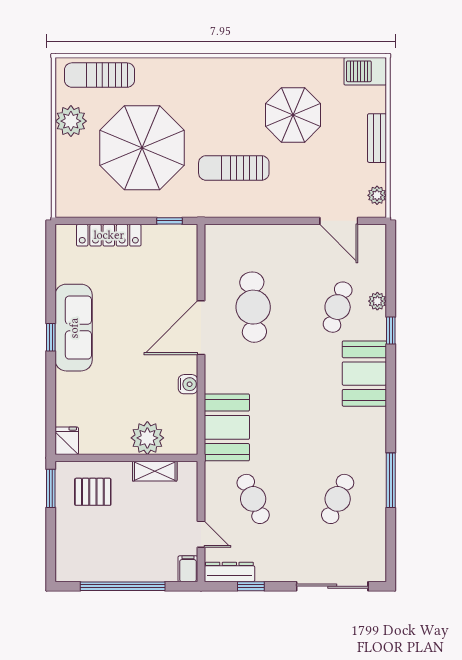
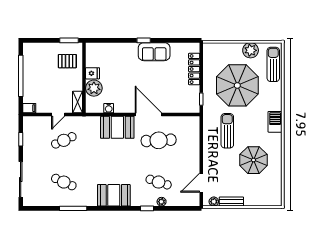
barbecue: (365, 71) -> (275, 122), moved
bench: (377, 138) -> (231, 202), moved
sofa: (74, 328) -> (154, 52), width x0.73
booth: (364, 374) -> (114, 195), moved
water cooler: (188, 384) -> (109, 108), moved
booth: (227, 427) -> (117, 127), moved
fridge: (67, 441) -> (93, 73), moved
shelving: (155, 471) -> (78, 102), moved
pallet: (93, 492) -> (67, 61), turned 90
door: (201, 534) -> (58, 115), moved
dresser: (229, 572) -> (28, 129), removed

